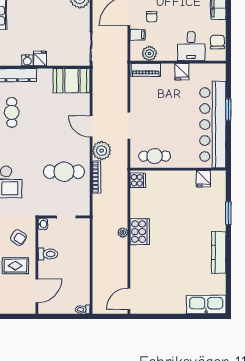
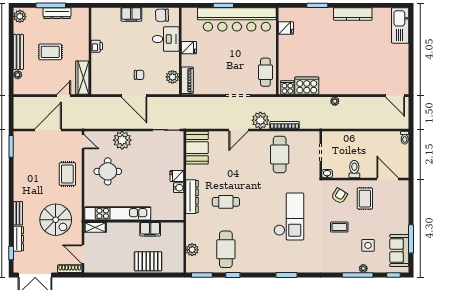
filing cabinet: (138, 35) -> (155, 88), removed
cooker: (140, 232) -> (307, 86), moved

